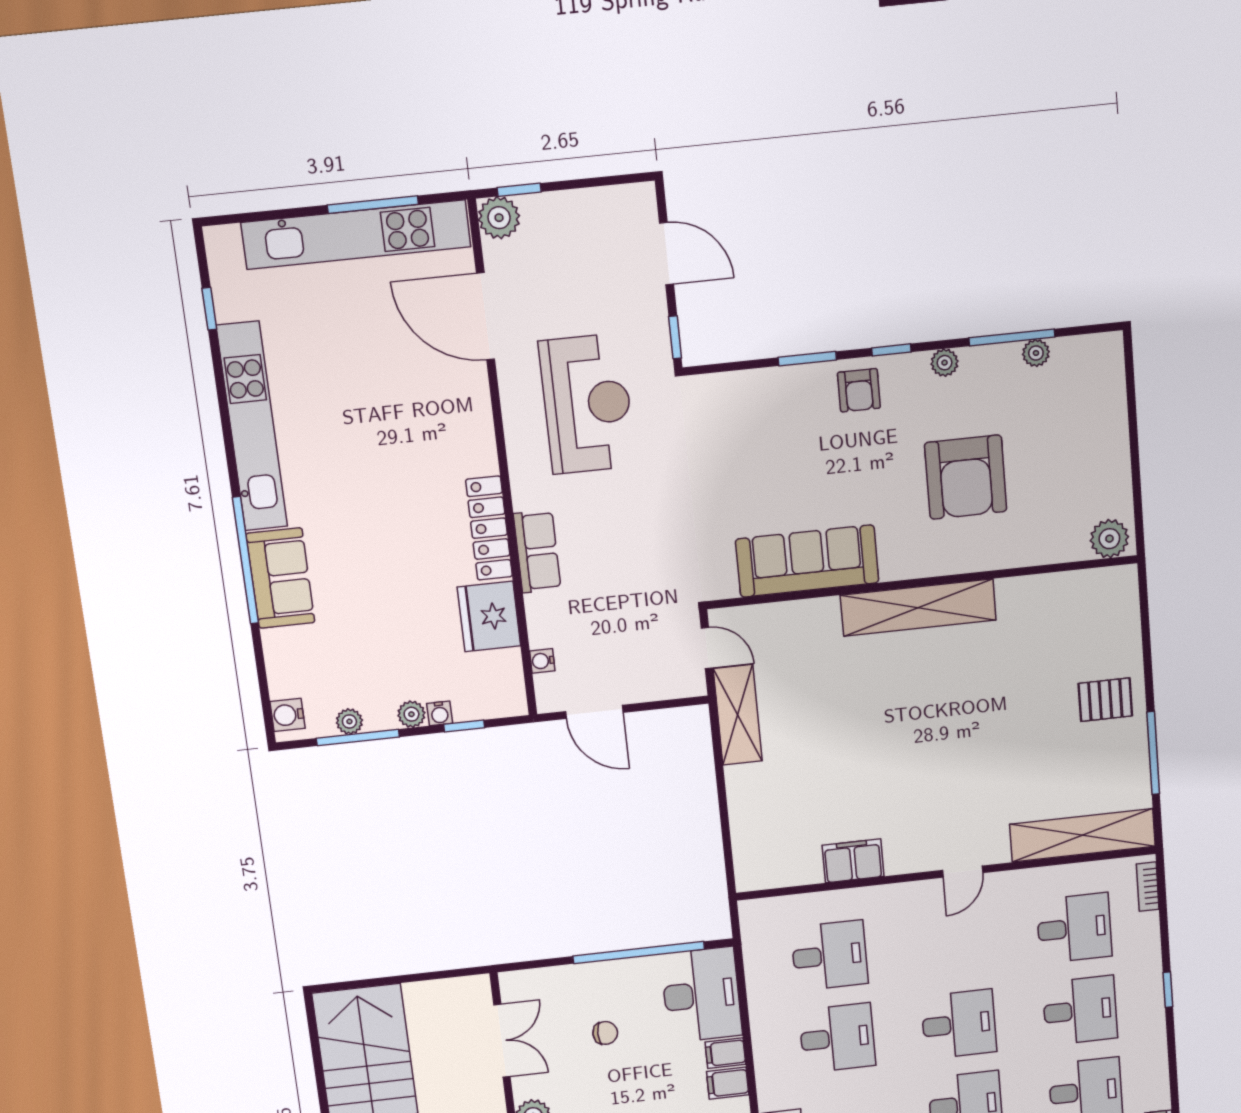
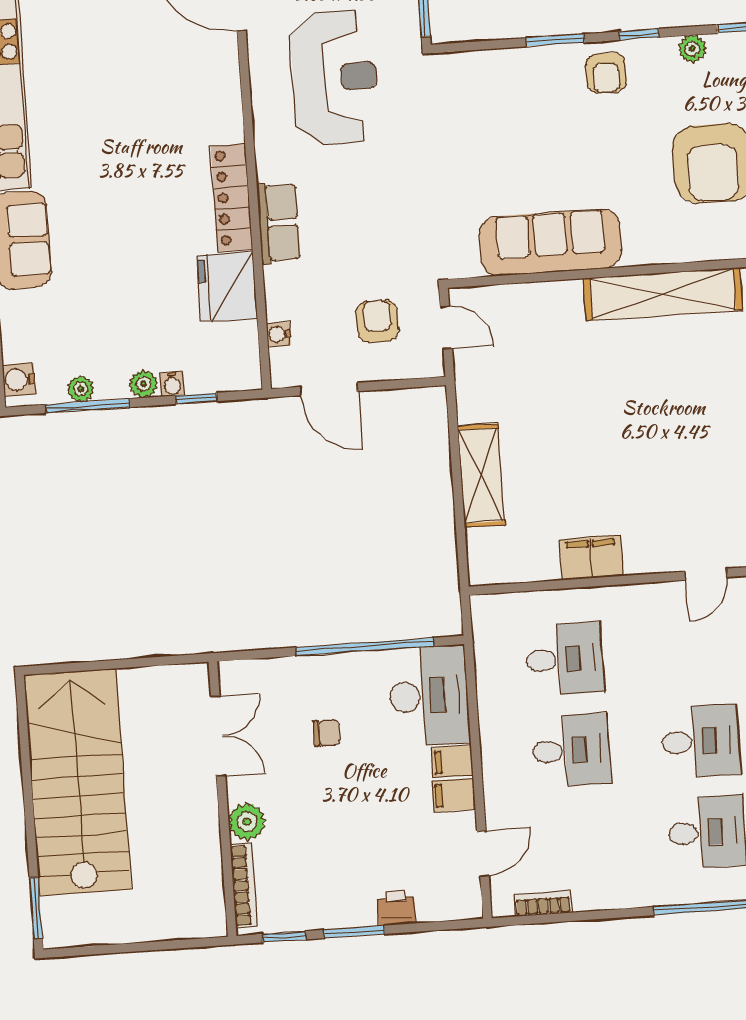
armchair: (639, 644) -> (377, 321), added
shelving: (738, 715) -> (481, 476), moved

